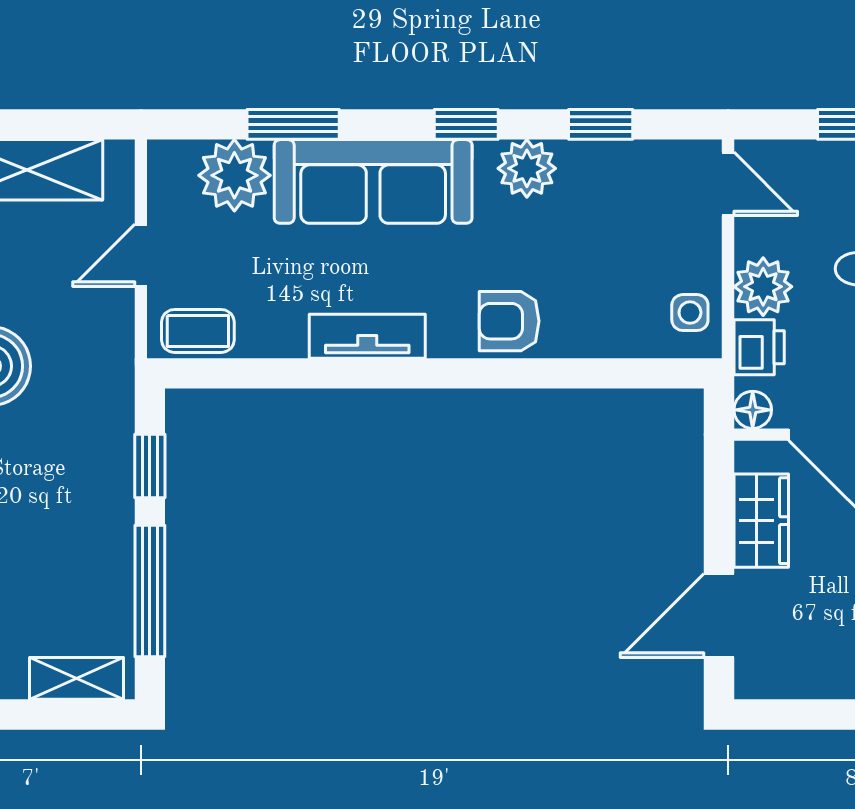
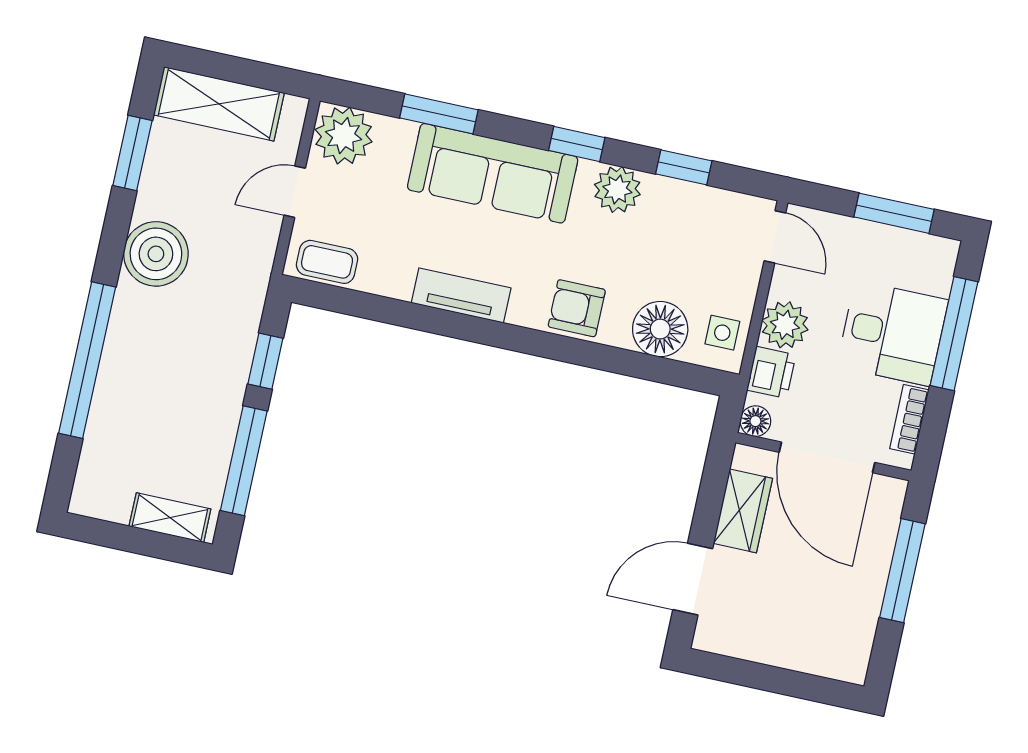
plant: (234, 175) -> (344, 136), moved
floor lamp: (615, 324) -> (660, 329), added

